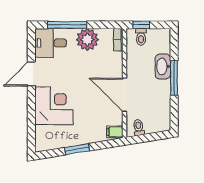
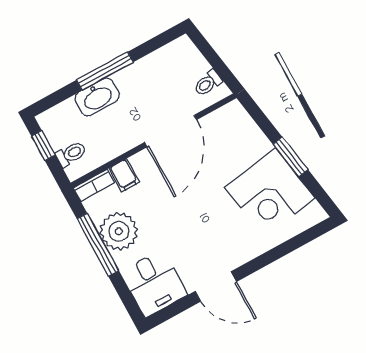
window: (67, 25) -> (98, 245), moved
window: (141, 25) -> (43, 146), moved
corner desk: (54, 106) -> (270, 193), moved, turned -99
filing cabinet: (115, 132) -> (124, 175), moved

